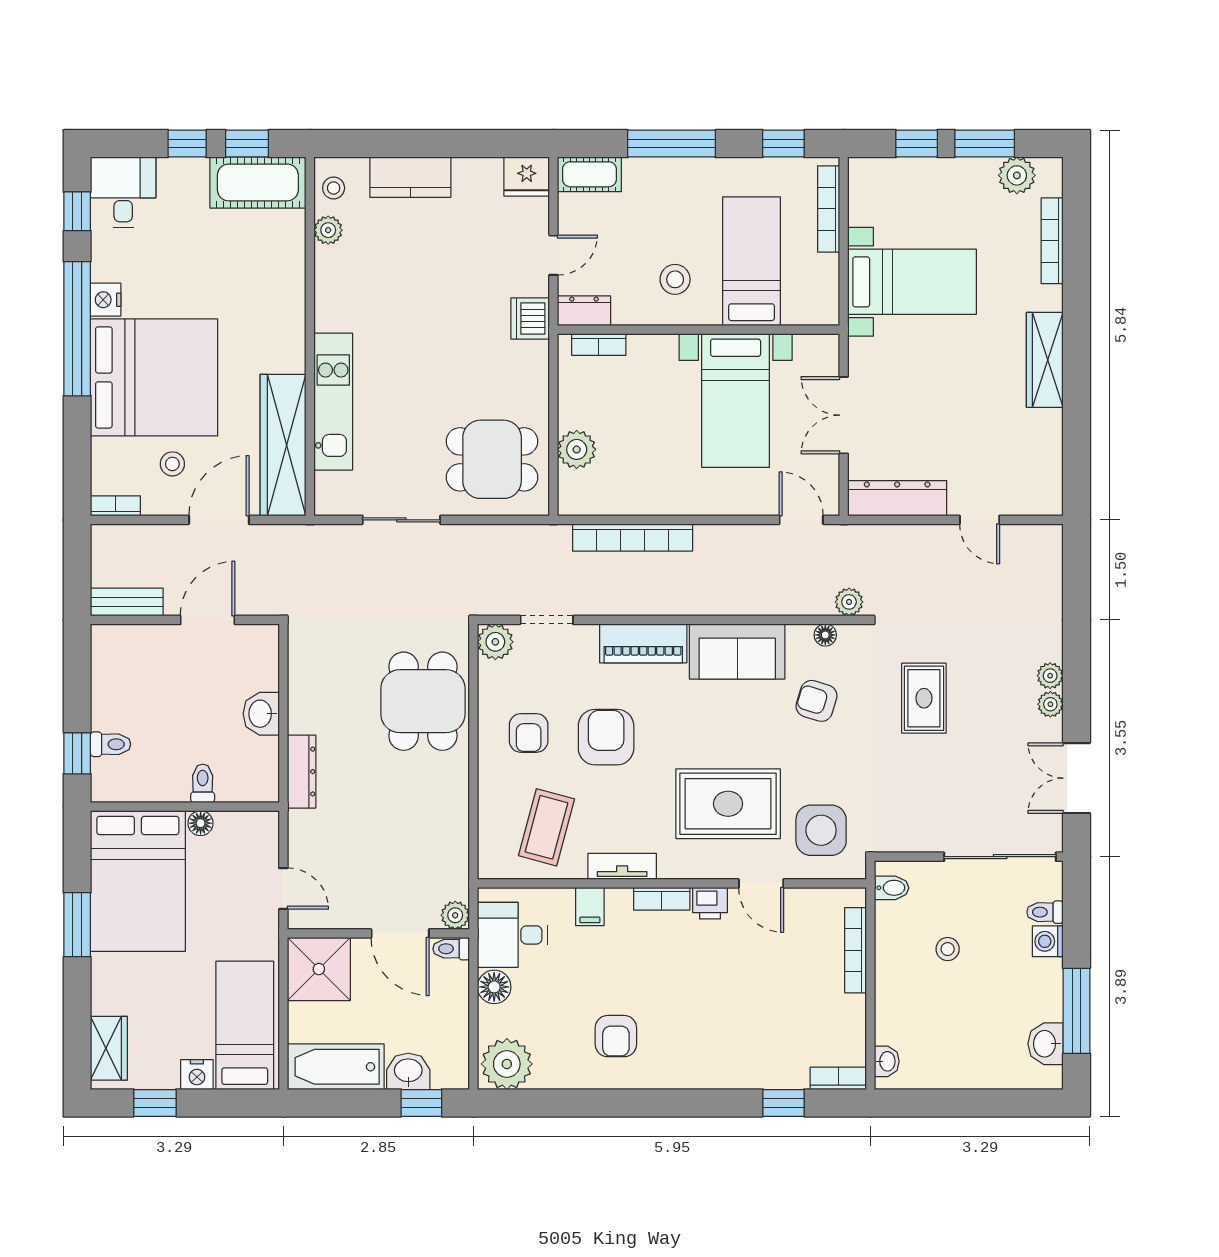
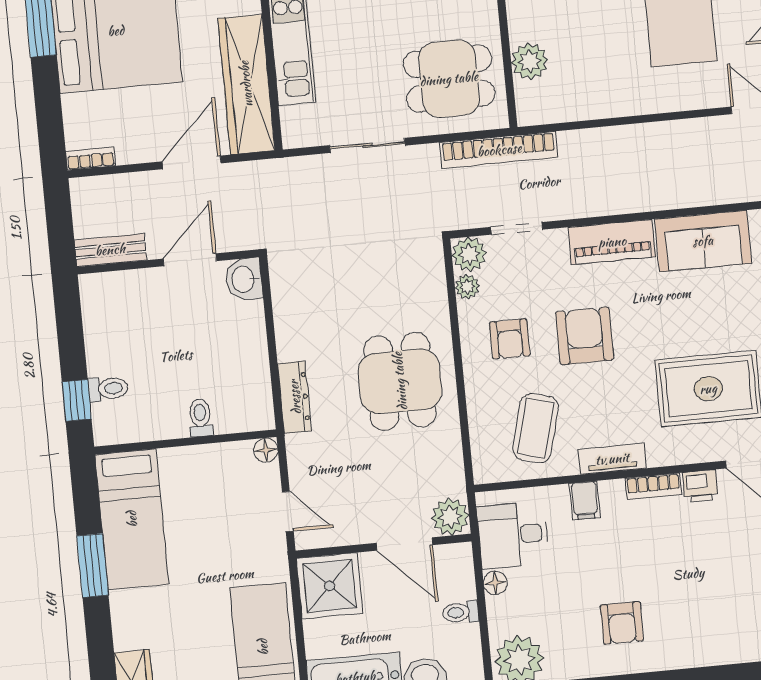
stool: (172, 464) -> (142, 113), removed
bookcase: (633, 537) -> (499, 150), moved
plant: (490, 675) -> (467, 287), added
dining table: (423, 701) -> (400, 381), moved
washbasin: (261, 714) -> (244, 279), moved
floor lamp: (201, 823) -> (266, 450), moved
bed: (138, 881) -> (132, 519), width x0.67
plant: (455, 915) -> (450, 517), width x1.38, depth x1.38
toilet: (451, 949) -> (461, 612), moved
floor lamp: (494, 987) -> (495, 583), width x0.73, depth x0.73

